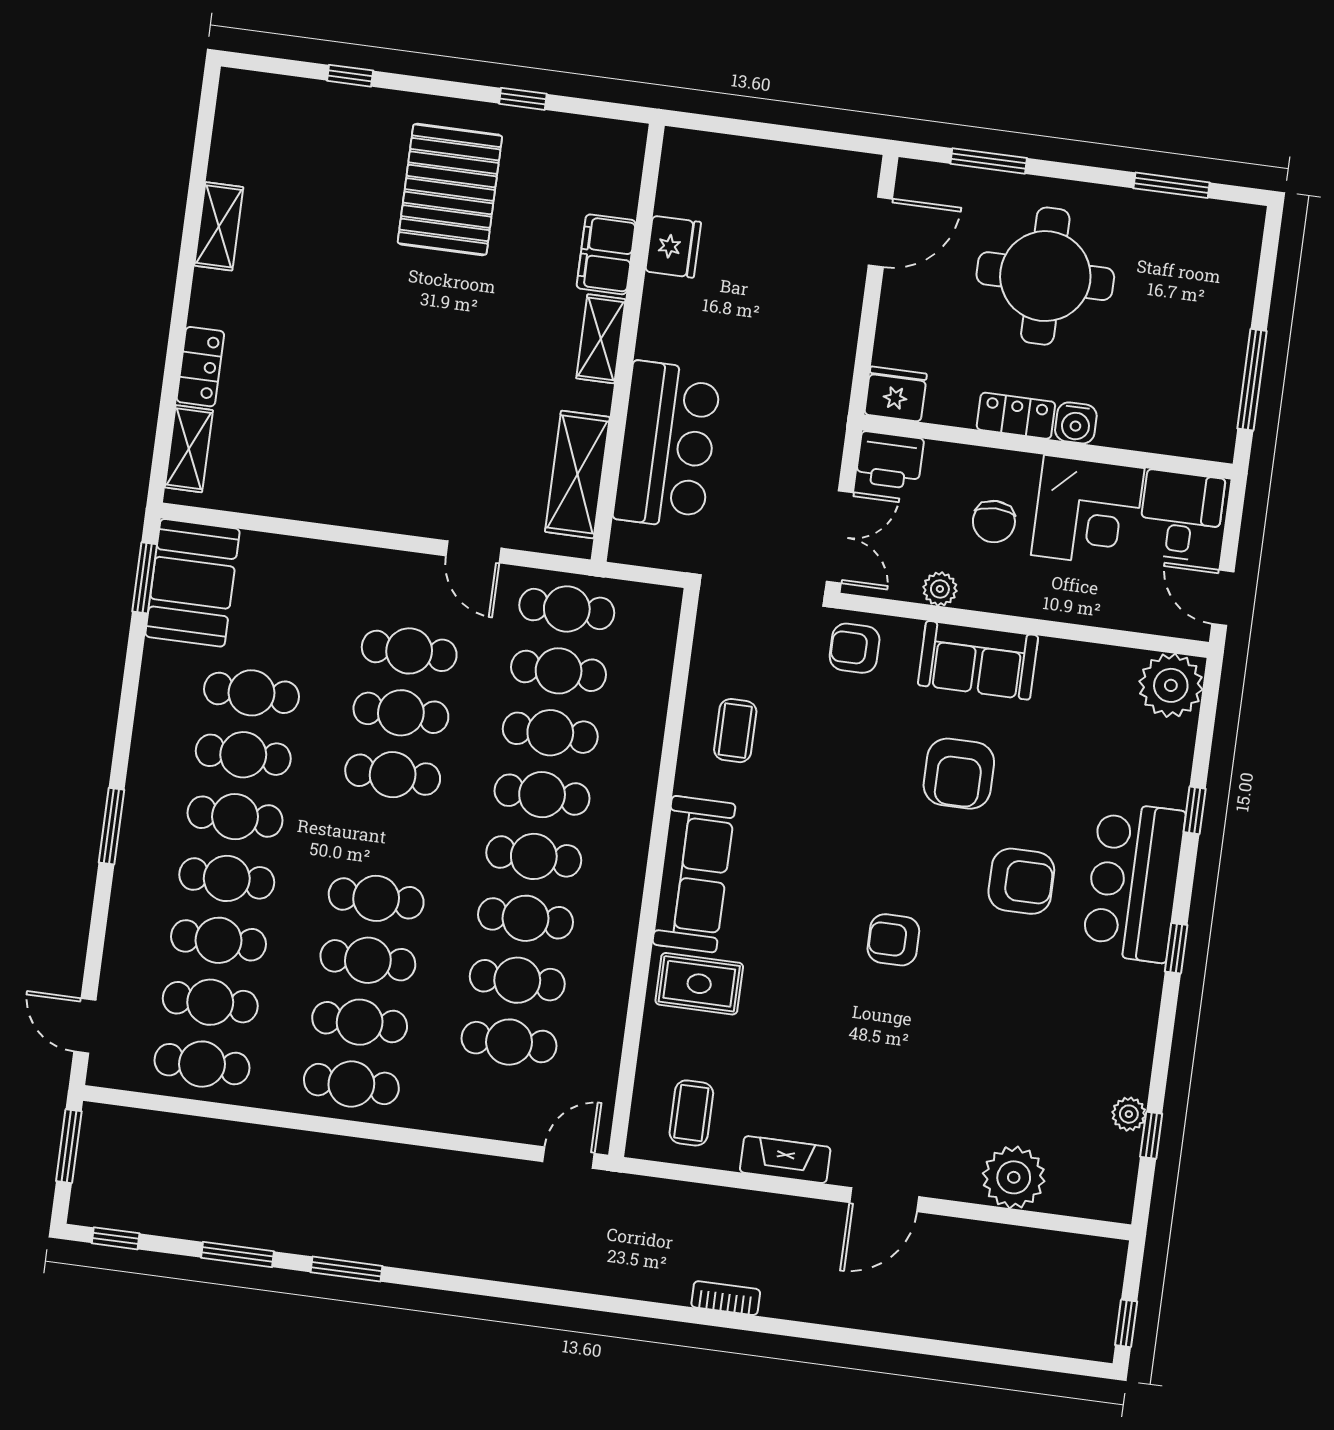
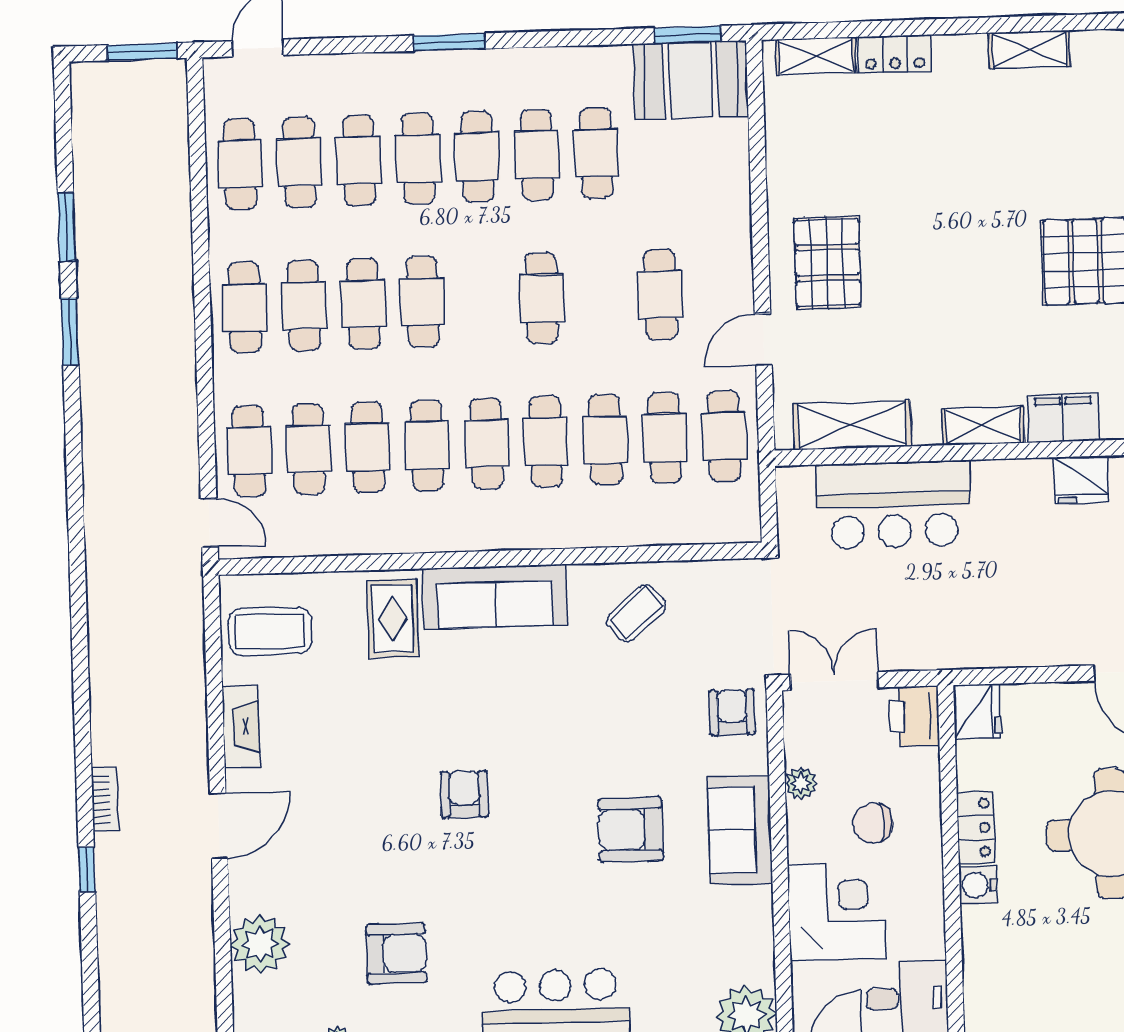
pallet: (405, 472) -> (827, 262), added
corner desk: (1088, 512) -> (837, 911), moved, turned 180
double door: (840, 537) -> (834, 681), swing flipped
cafe table: (401, 713) -> (249, 451), moved
coffee table: (735, 731) -> (636, 613), turned -40
armchair: (1021, 881) -> (396, 953), moved, turned -90
coffee table: (691, 1113) -> (270, 631), width x1.36, depth x1.30
door: (884, 1200) -> (219, 826), swing flipped
window: (116, 1238) -> (87, 869), moved
bookcase: (726, 1298) -> (105, 799), moved

